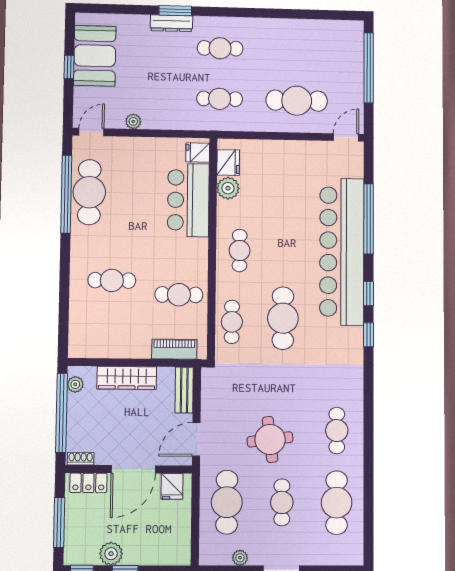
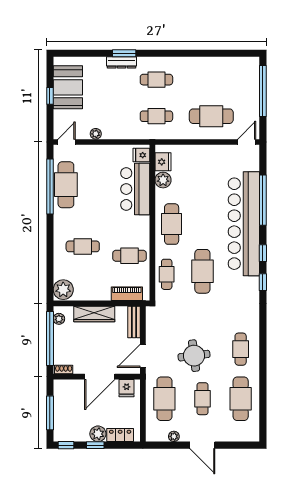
cafe table: (240, 251) -> (172, 224), width x1.37, depth x1.35
plant: (82, 342) -> (63, 290), added
locker: (88, 483) -> (120, 435), moved, turned 180
plant: (111, 554) -> (98, 434), moved

